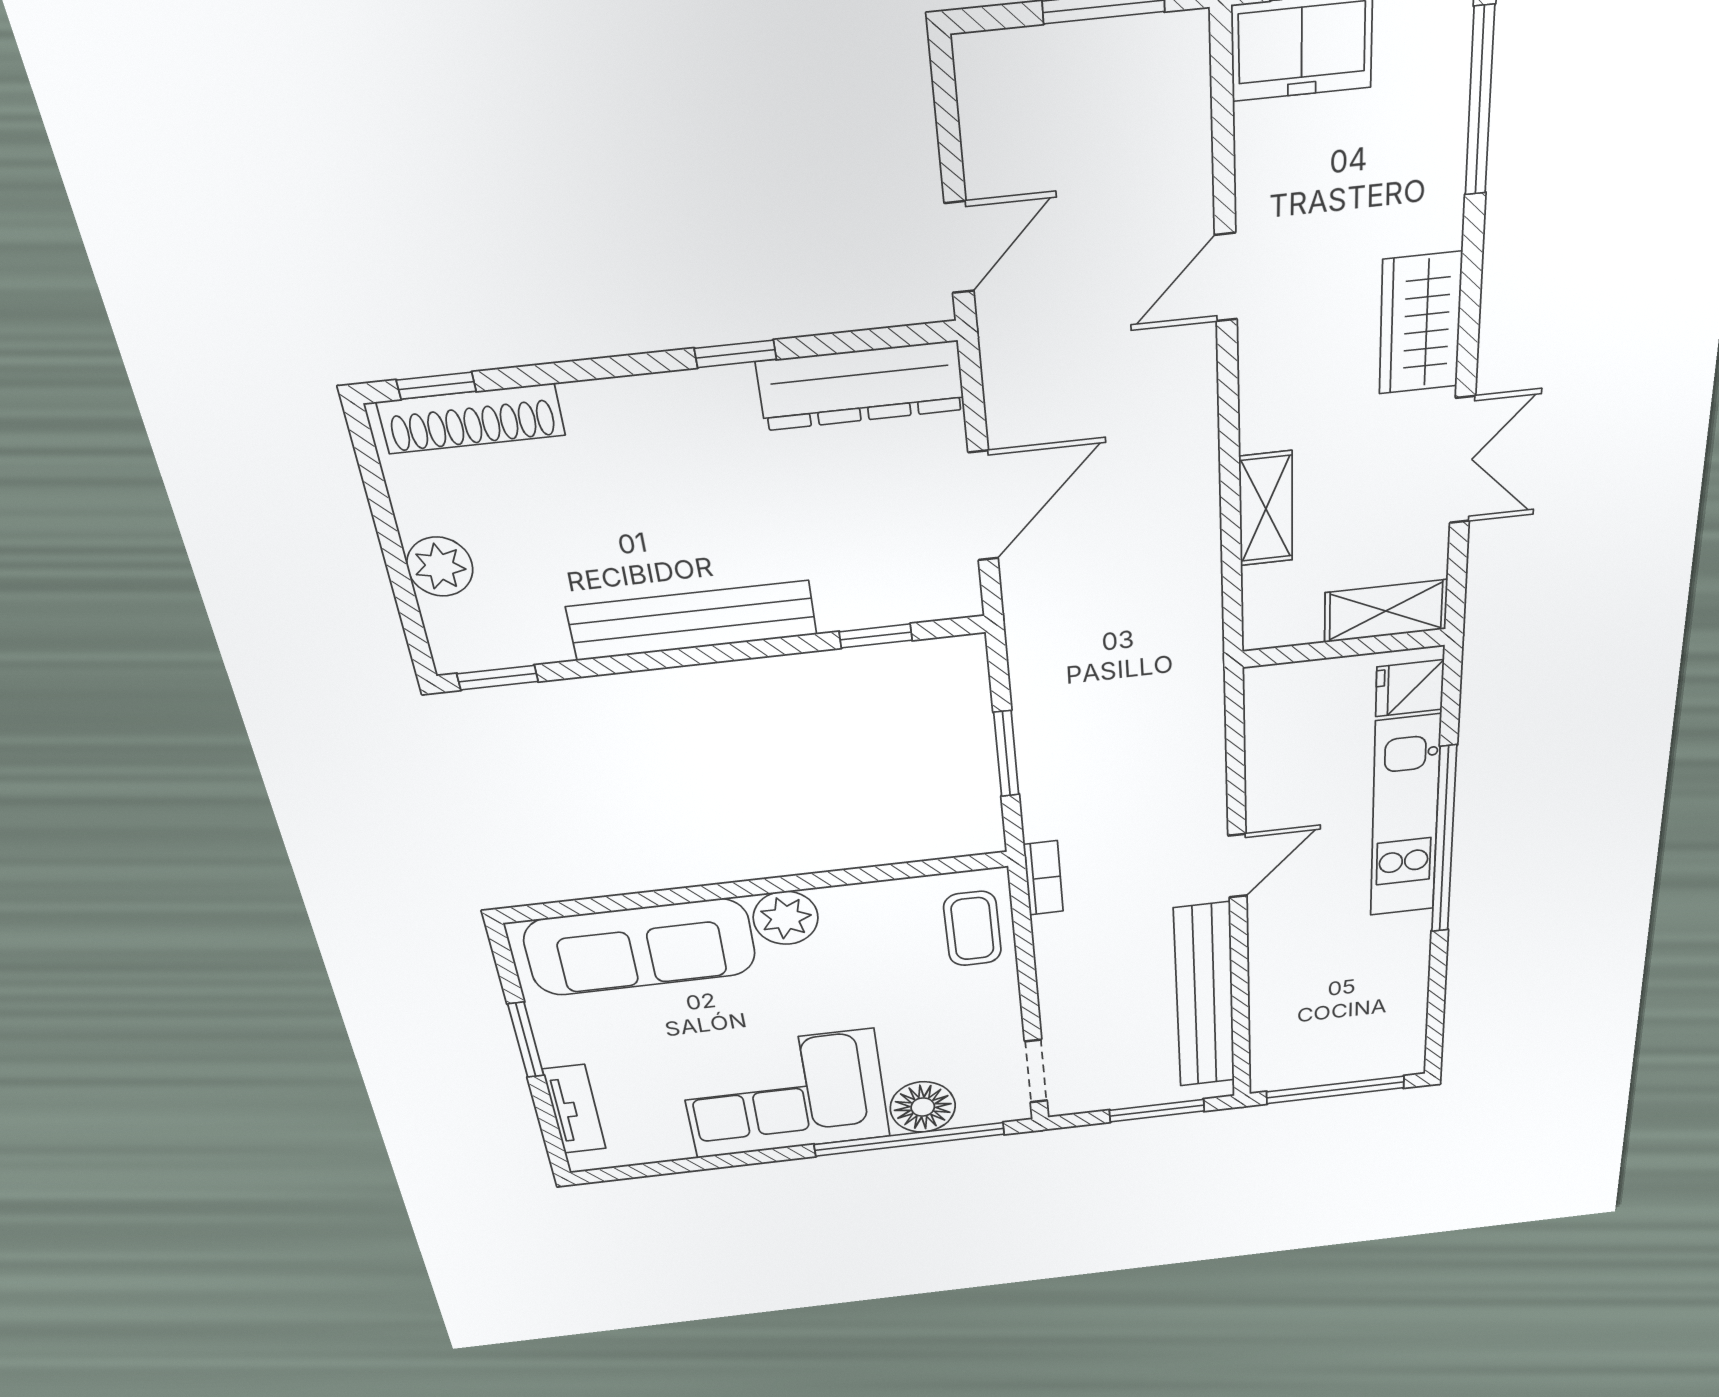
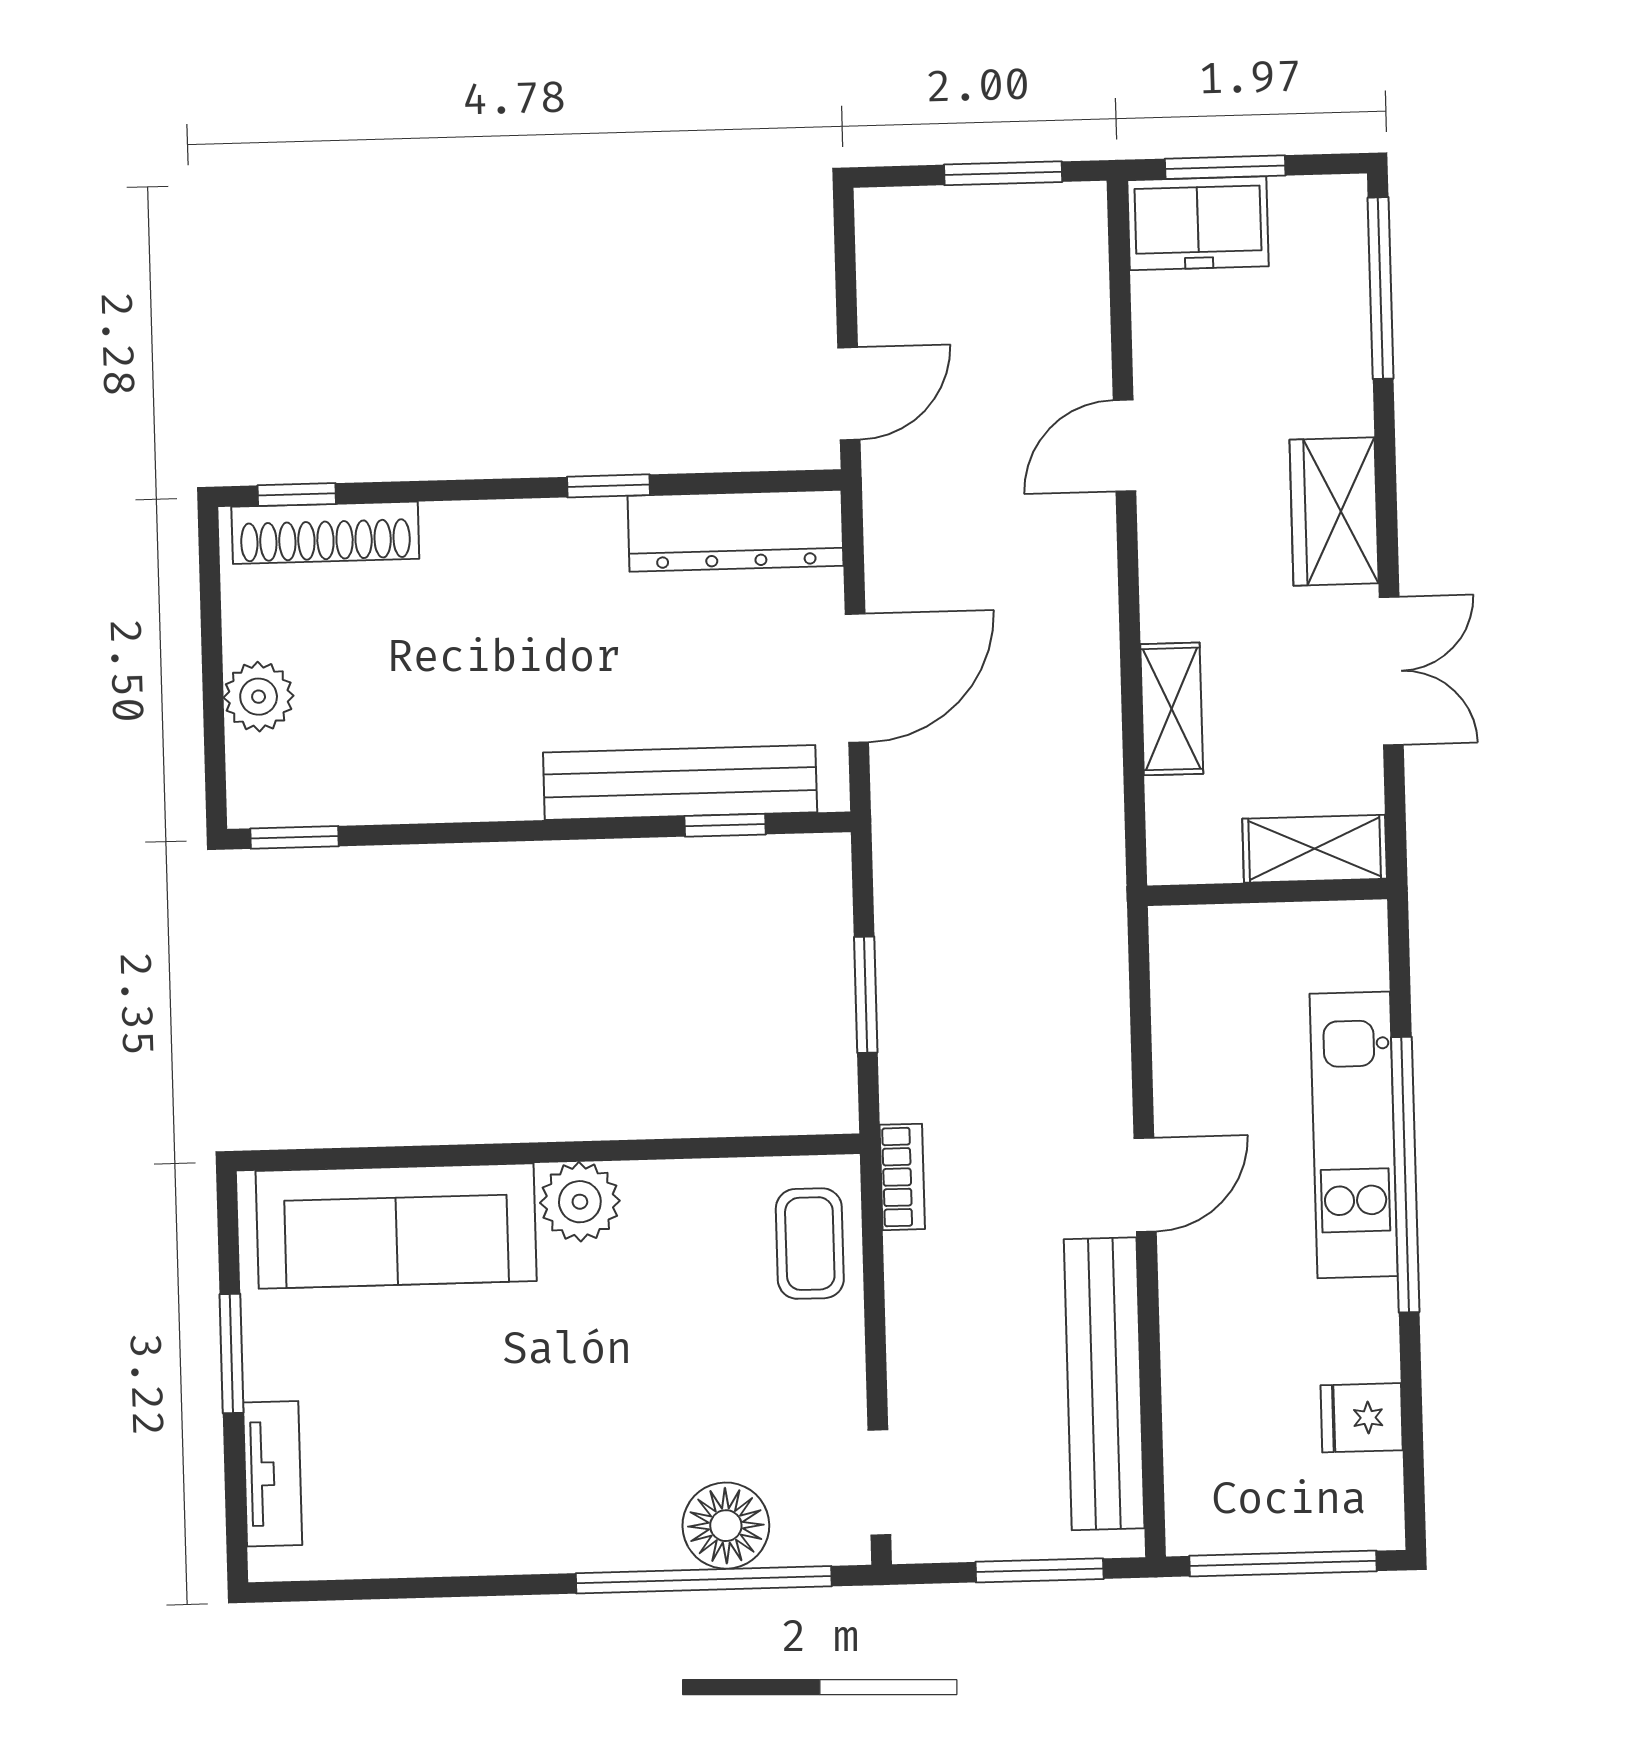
bench: (692, 621) -> (680, 782), moved
fridge: (1410, 688) -> (1362, 1418), moved
corner sofa: (784, 1094) -> (546, 1481), removed

